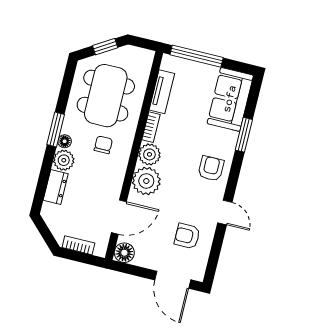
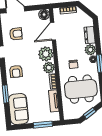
window: (197, 56) -> (43, 125), width x0.69
dining table: (106, 96) -> (81, 89), turned 90

